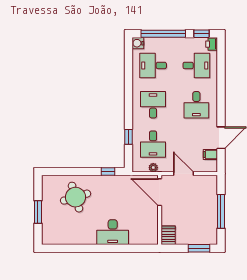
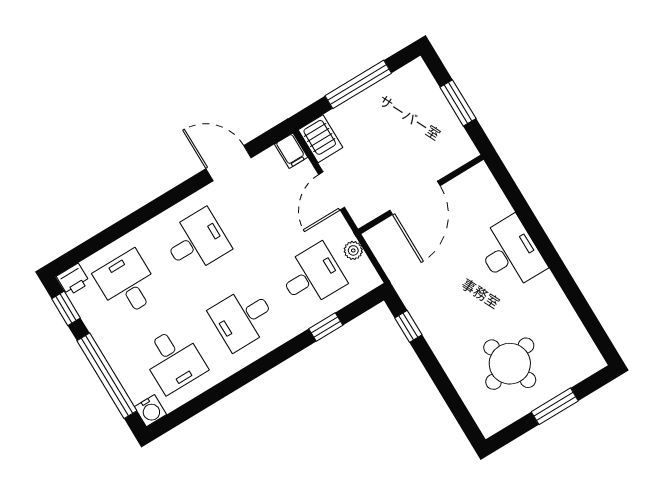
filing cabinet: (210, 154) -> (291, 151), moved
door: (160, 192) -> (415, 198), moved
round table: (76, 197) -> (510, 364), moved
server rack: (168, 235) -> (320, 139), moved, turned -90
window: (199, 248) -> (458, 103), moved

